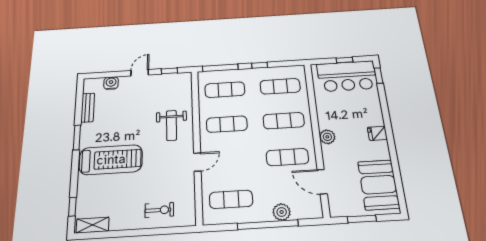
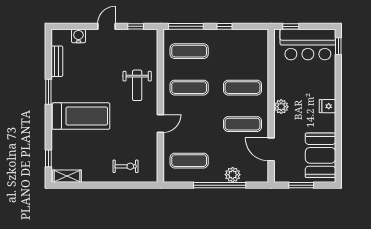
window: (344, 60) -> (291, 26), moved
exercise mat: (280, 86) -> (243, 51), removed

